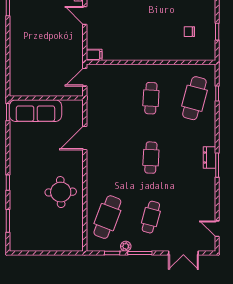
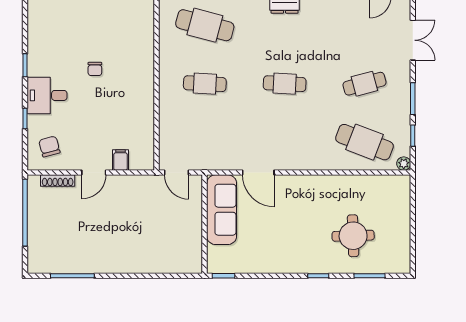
chair: (189, 32) -> (95, 69), moved
filing cabinet: (94, 55) -> (121, 160), moved
sofa: (35, 111) -> (222, 210), moved
round table: (61, 192) -> (353, 236), moved
cafe table: (151, 217) -> (364, 84), turned -30
plant: (126, 246) -> (404, 164), moved

